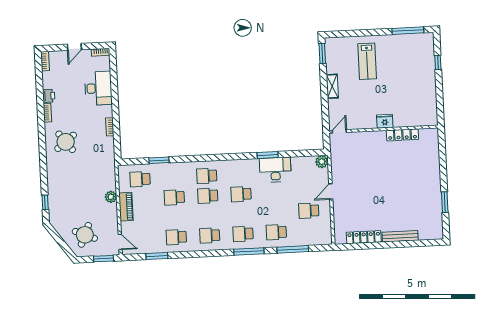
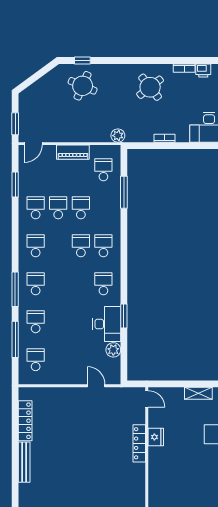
fridge: (385, 121) -> (156, 437), moved
locker: (402, 135) -> (139, 443), moved
window: (159, 160) -> (124, 192), width x1.44
plant: (322, 162) -> (113, 350), moved
door: (331, 191) -> (96, 386), moved
school desk: (241, 194) -> (103, 284), moved
plant: (111, 197) -> (118, 136), moved
school desk: (309, 211) -> (36, 360), moved
school desk: (175, 217) -> (58, 208), added
round table: (85, 235) -> (83, 86), moved

